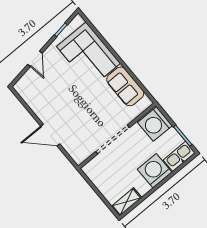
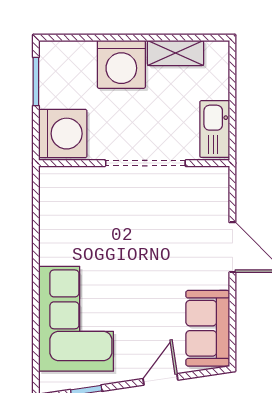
sofa: (125, 86) -> (208, 328), moved, turned 180
kitchen sink: (179, 156) -> (215, 129), moved, turned 90
shelving: (127, 202) -> (176, 53), moved

